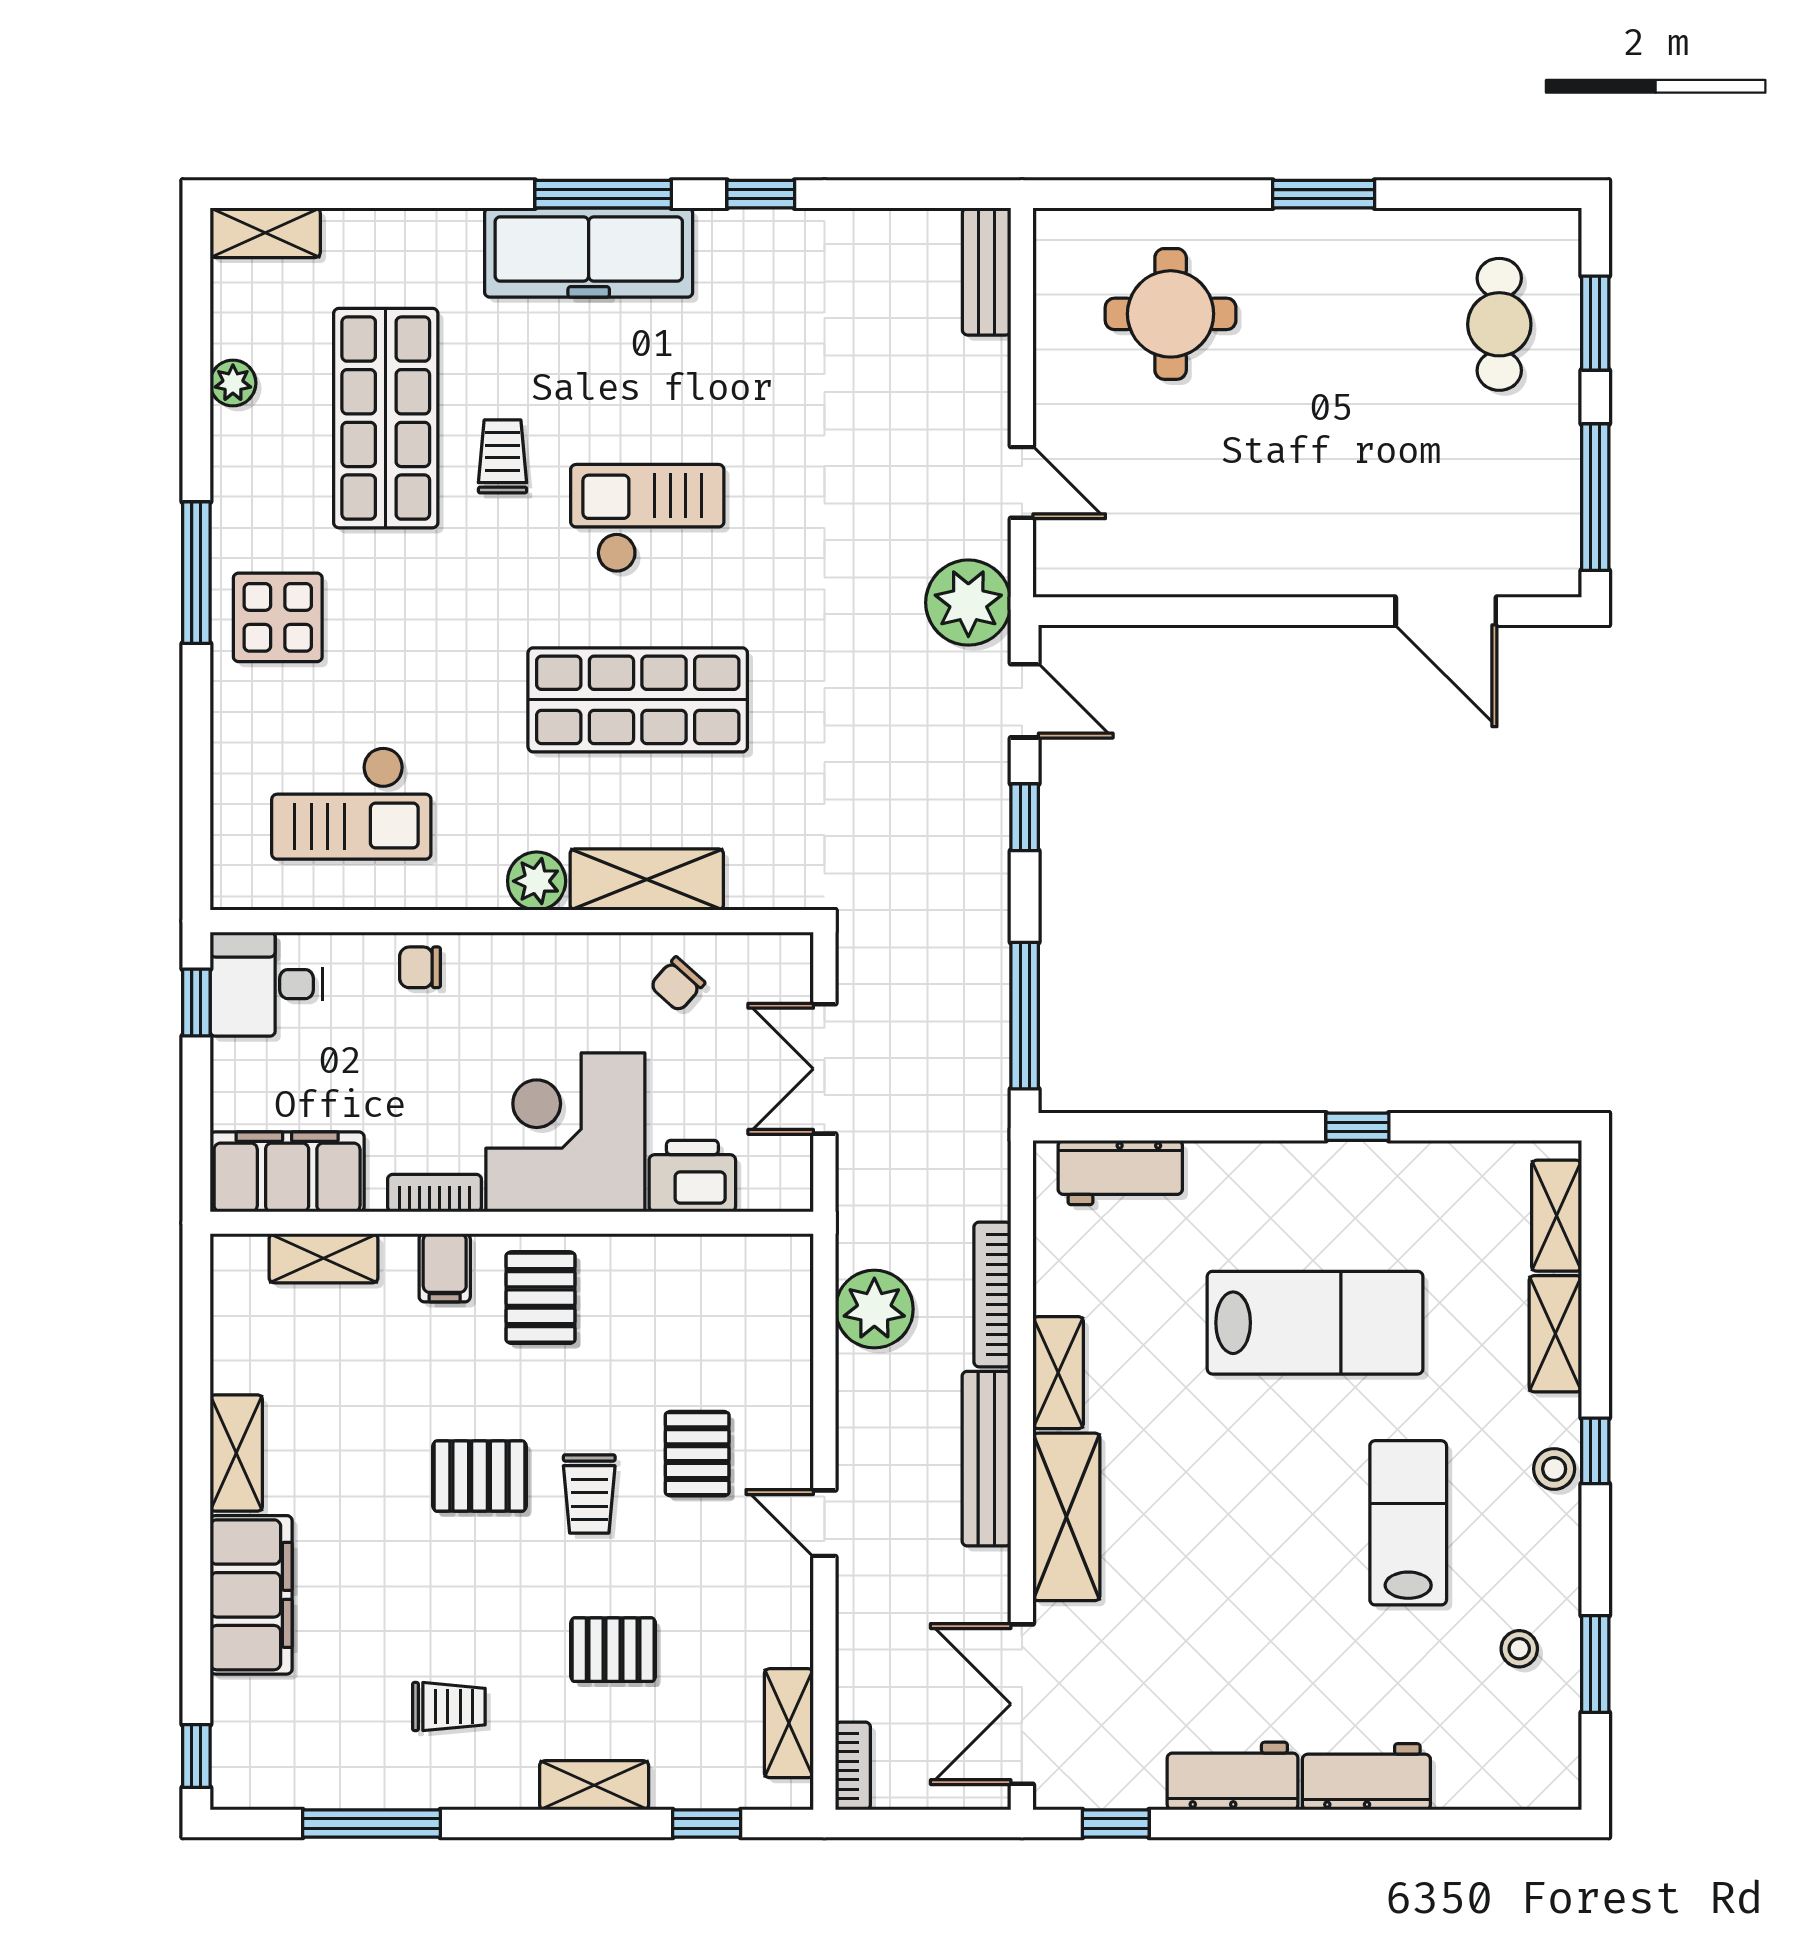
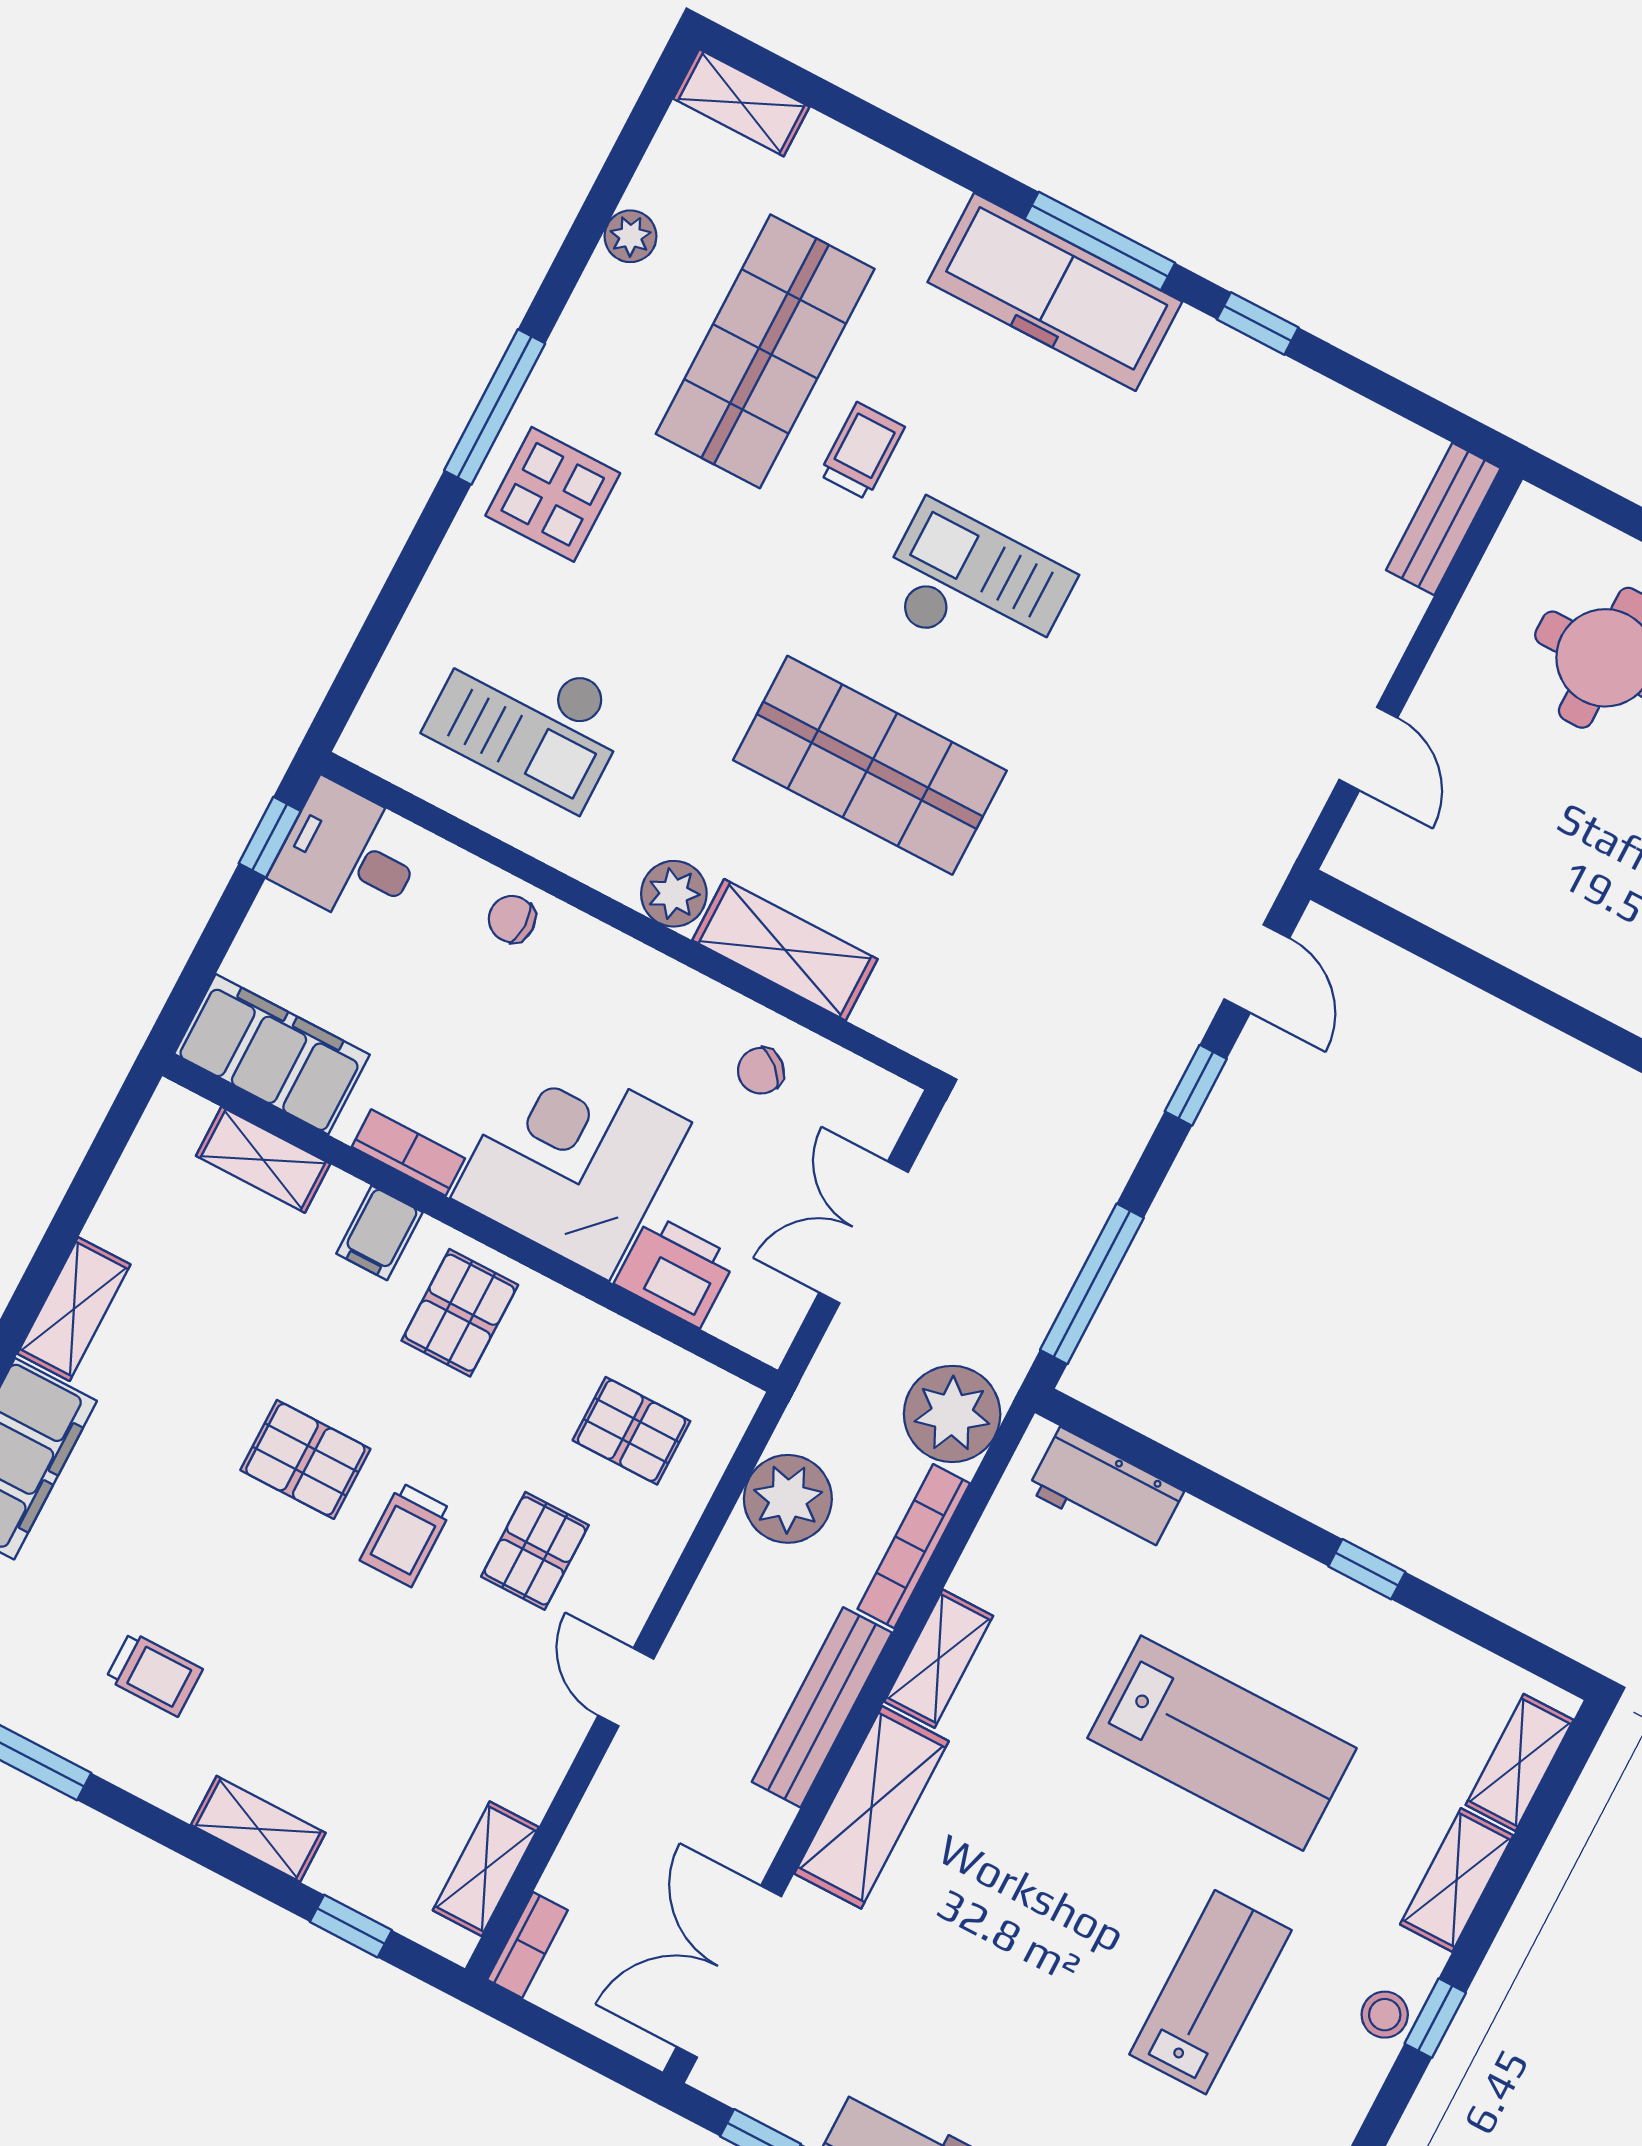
plant: (968, 603) -> (952, 1414), moved
pallet: (613, 1650) -> (631, 1431), moved

